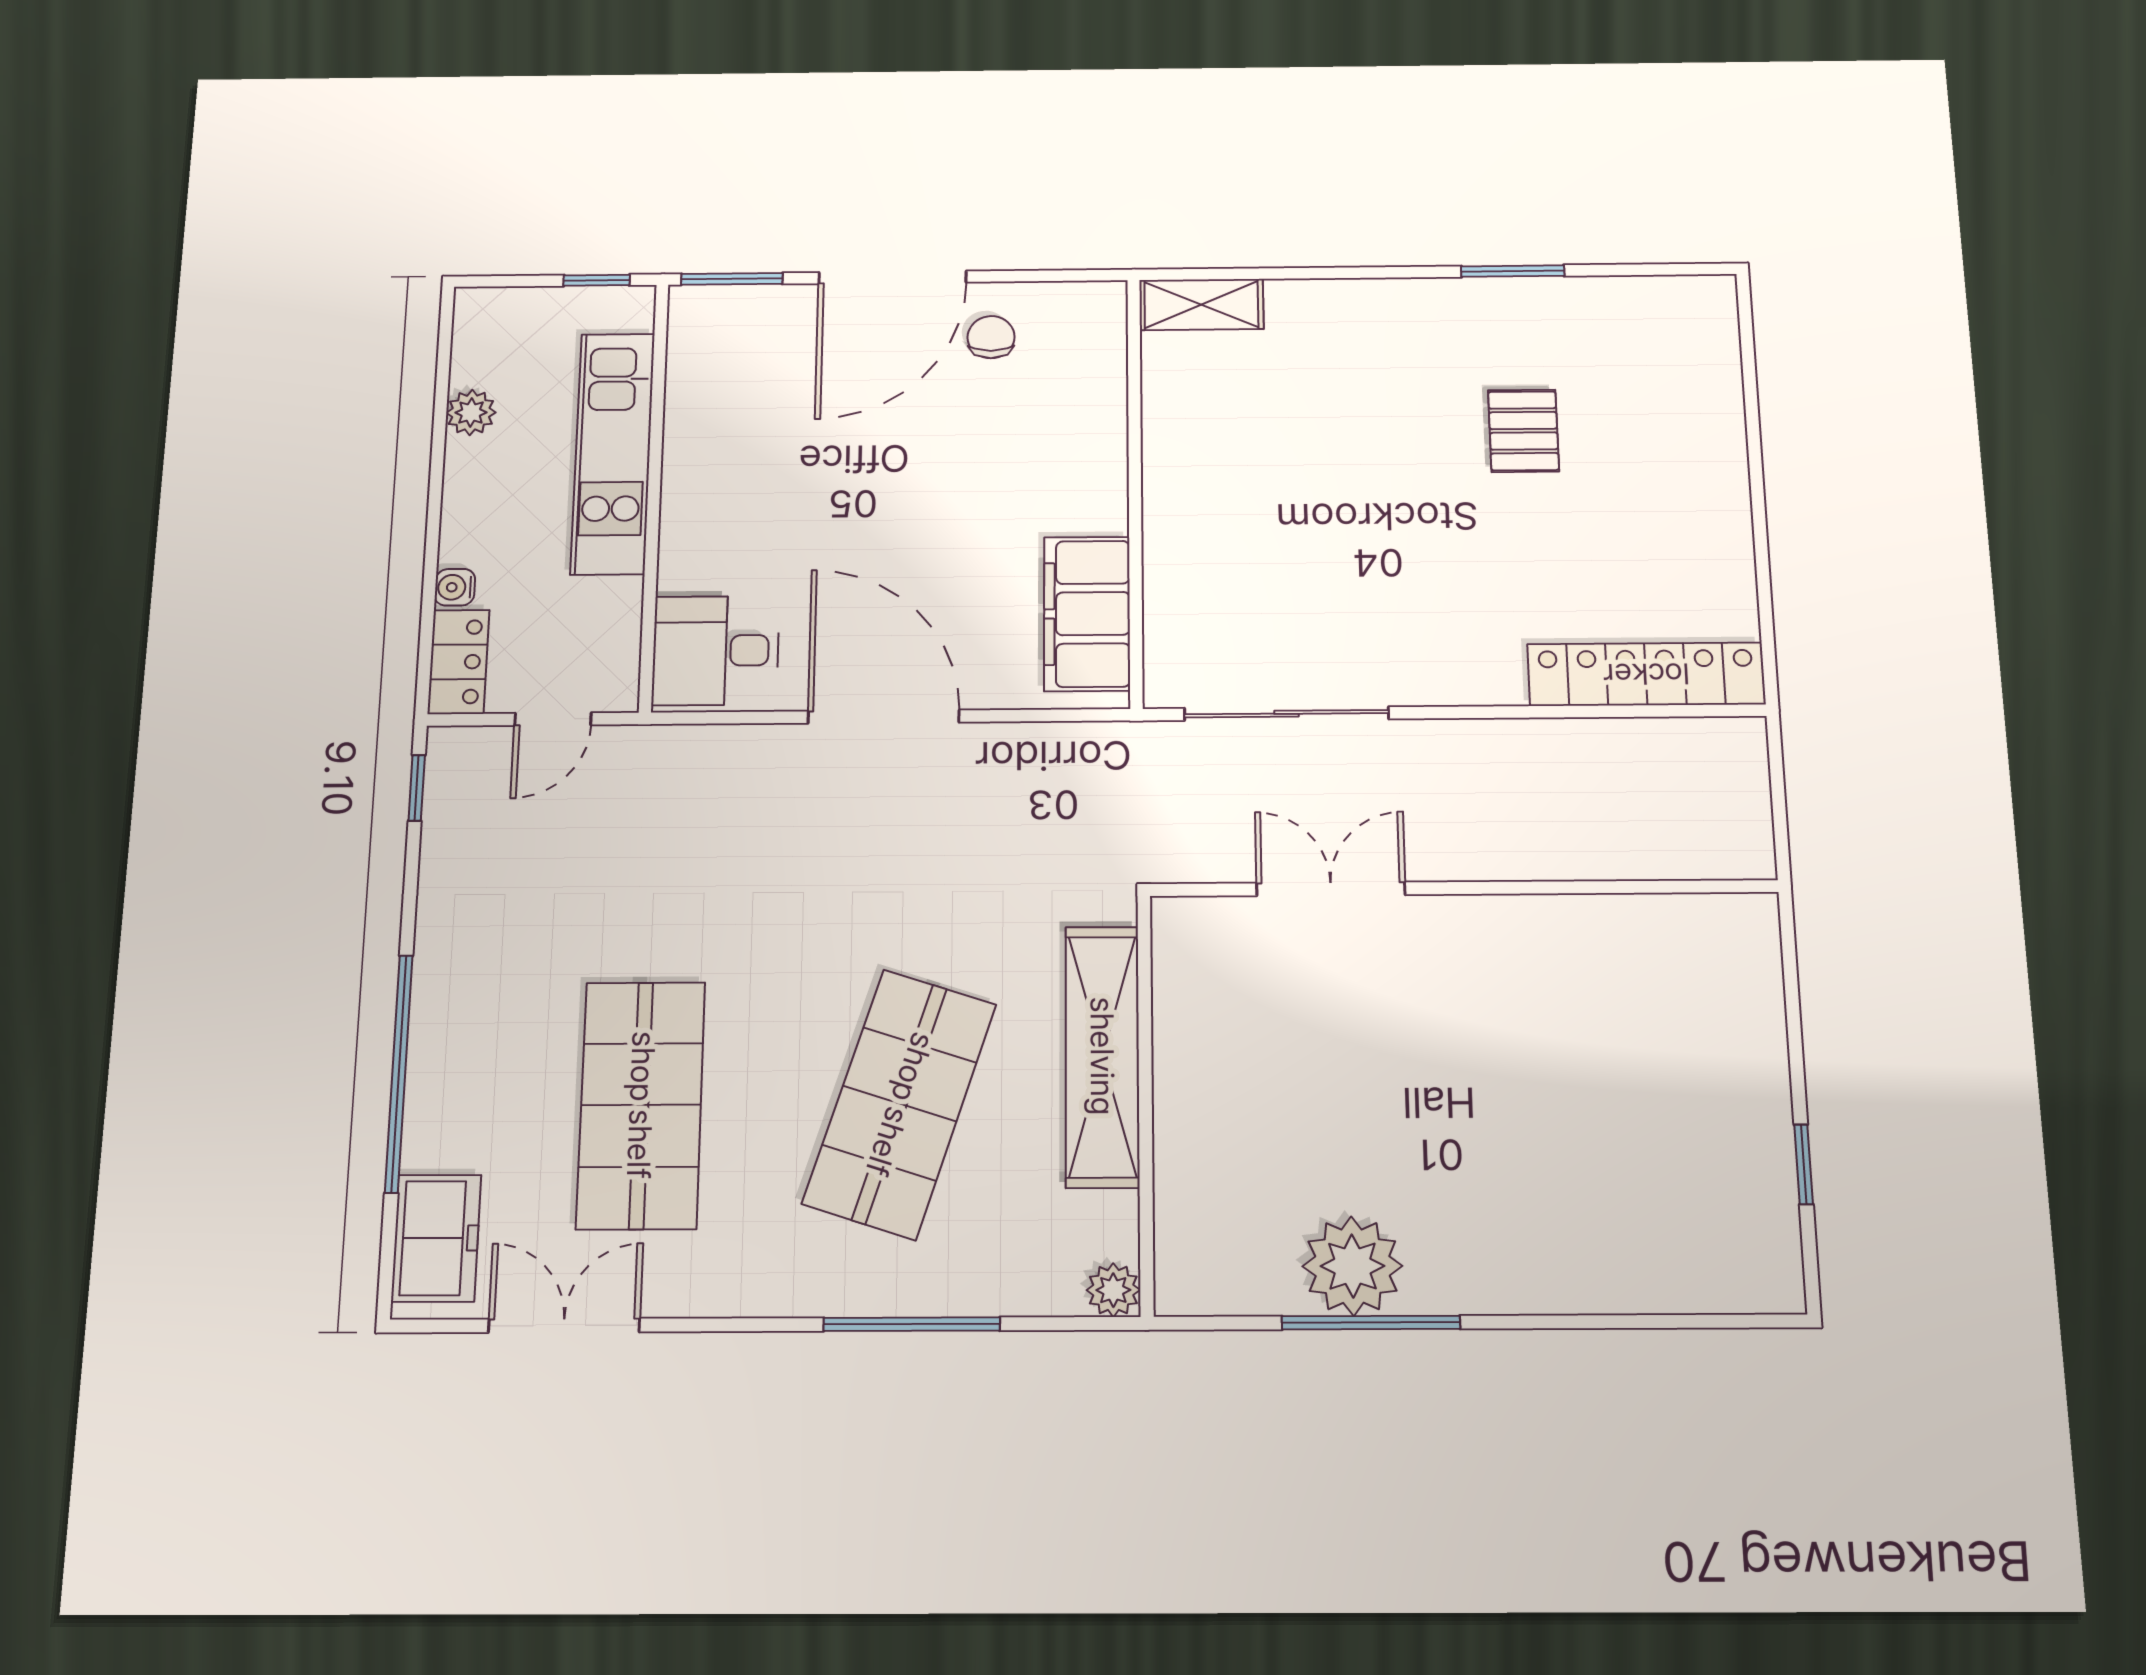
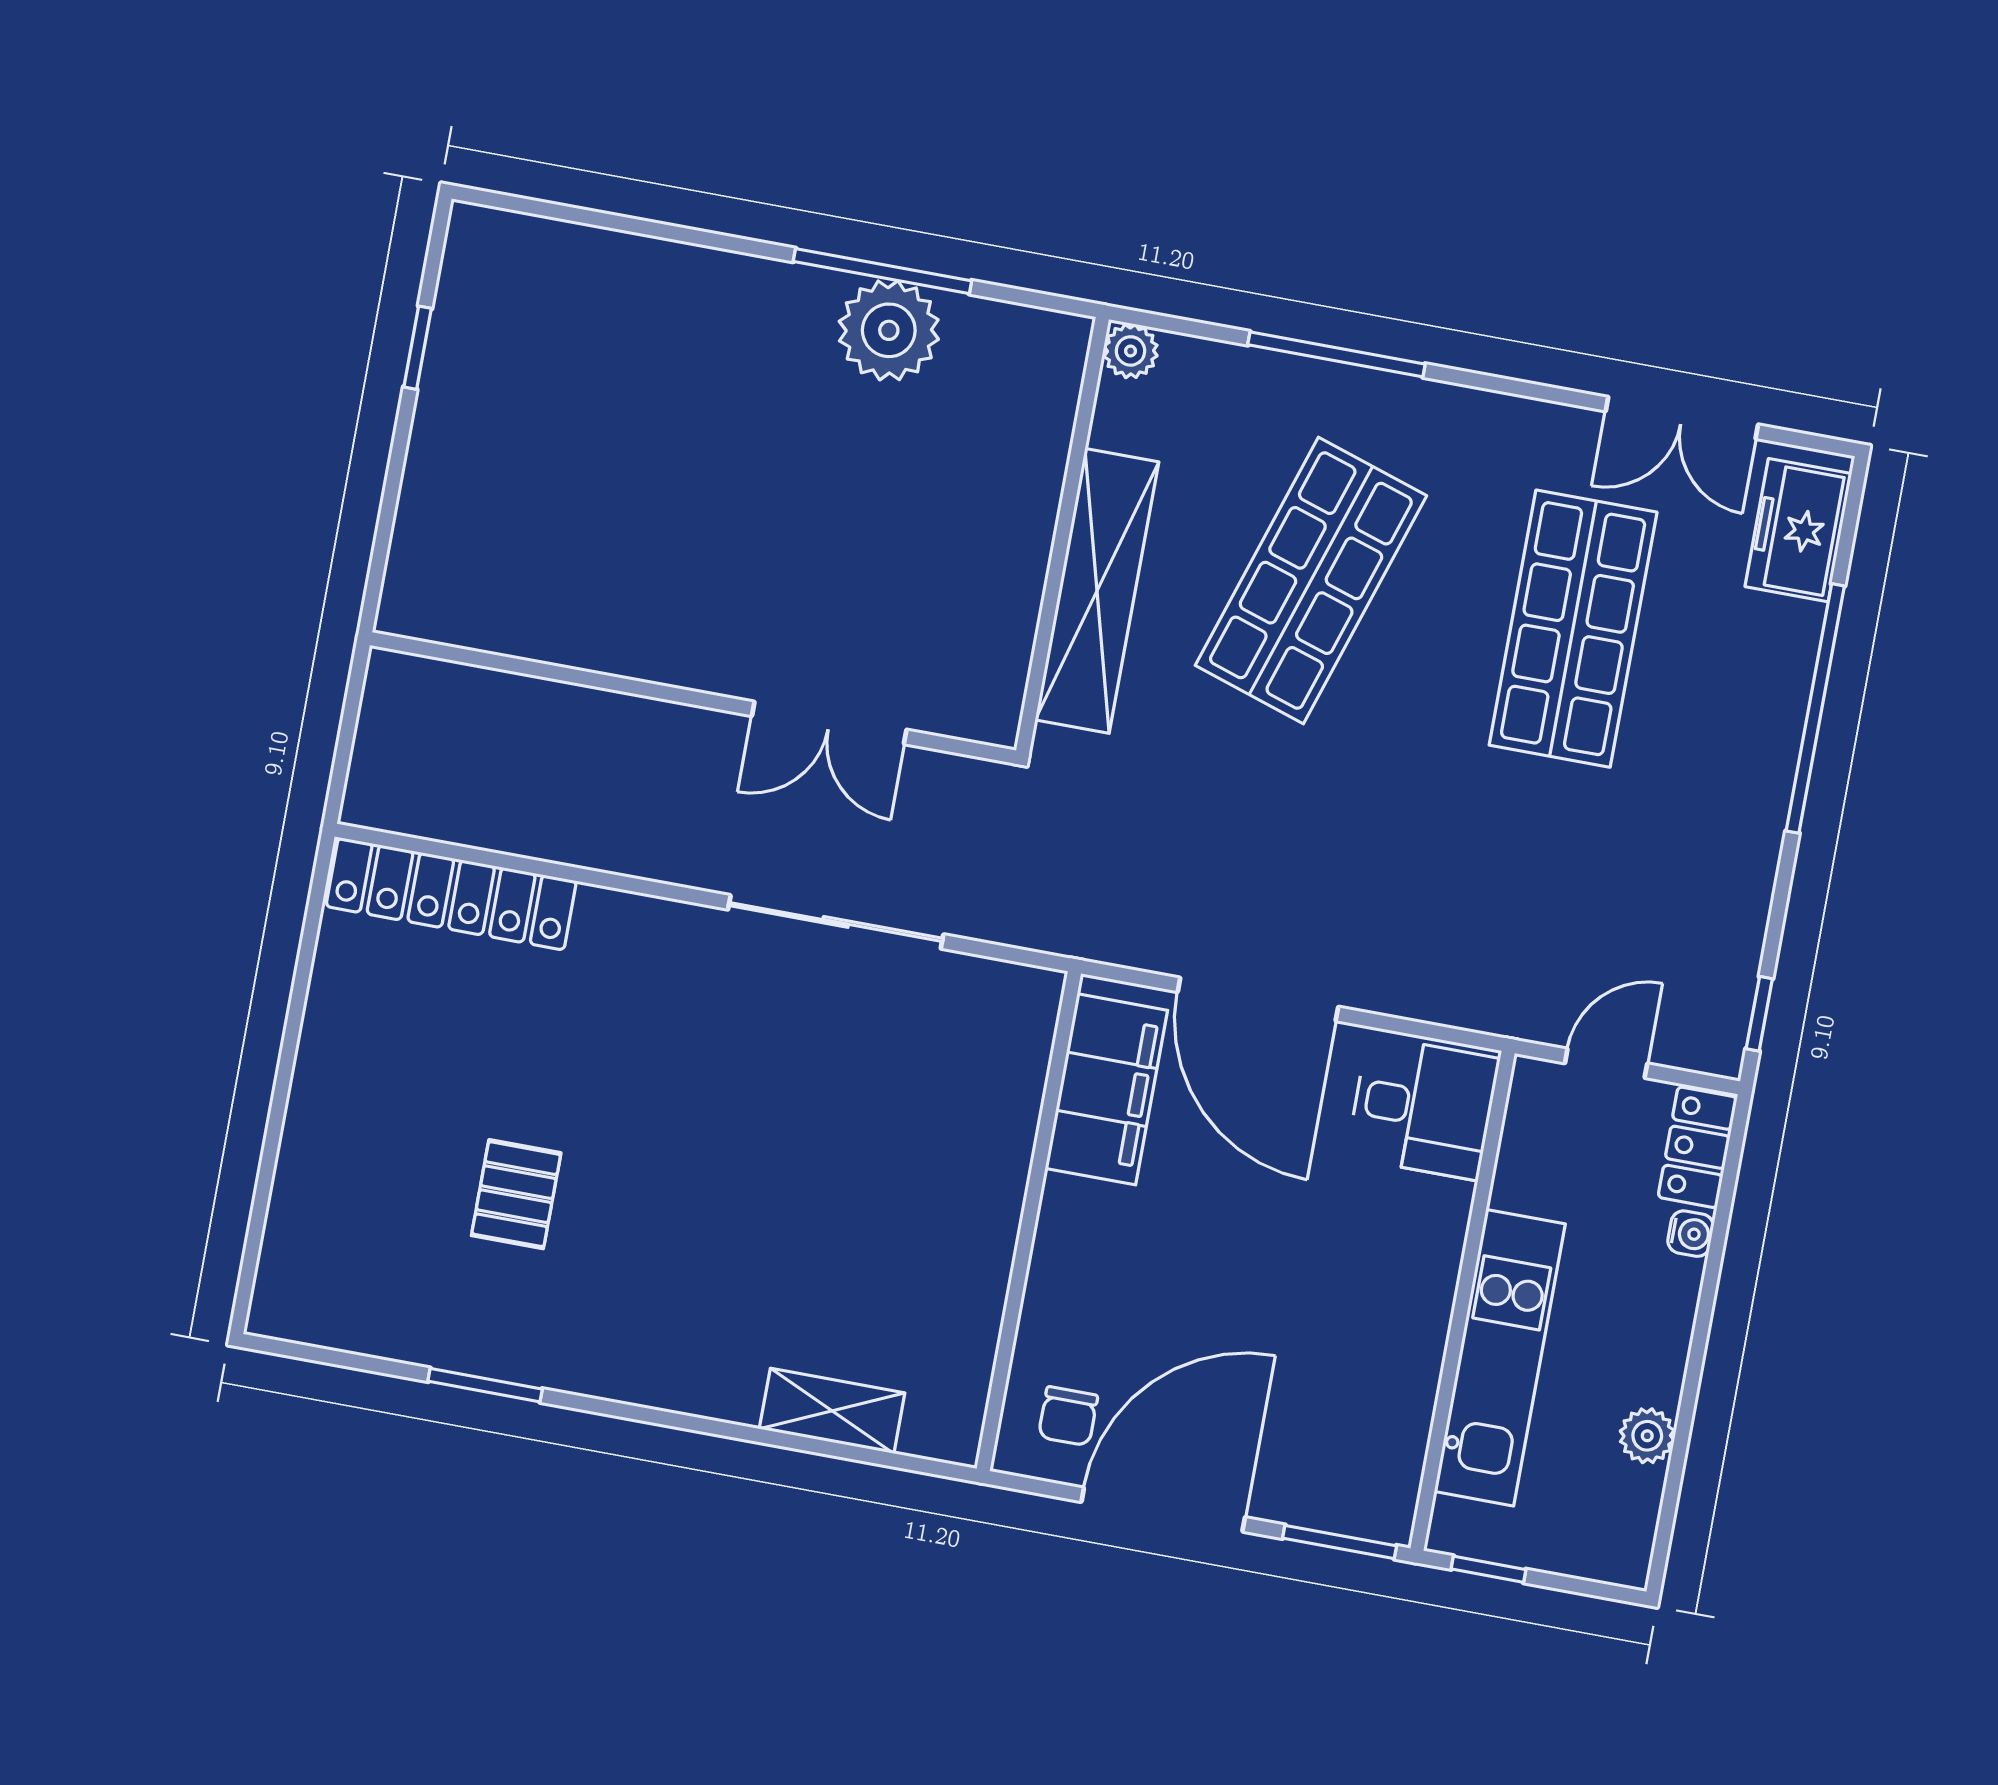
wall: (1135, 490) -> (1029, 1221), moved
filing cabinet: (1087, 614) -> (1106, 1089), moved

